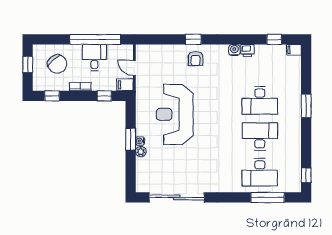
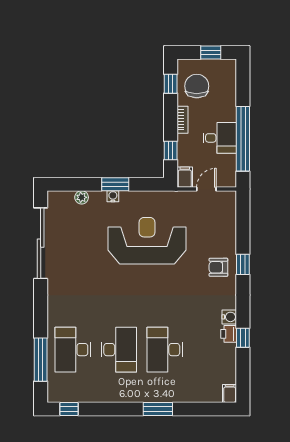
window: (274, 39) -> (243, 338), moved
chair: (57, 64) -> (197, 86), moved, turned 129
plant: (141, 152) -> (82, 197), moved

